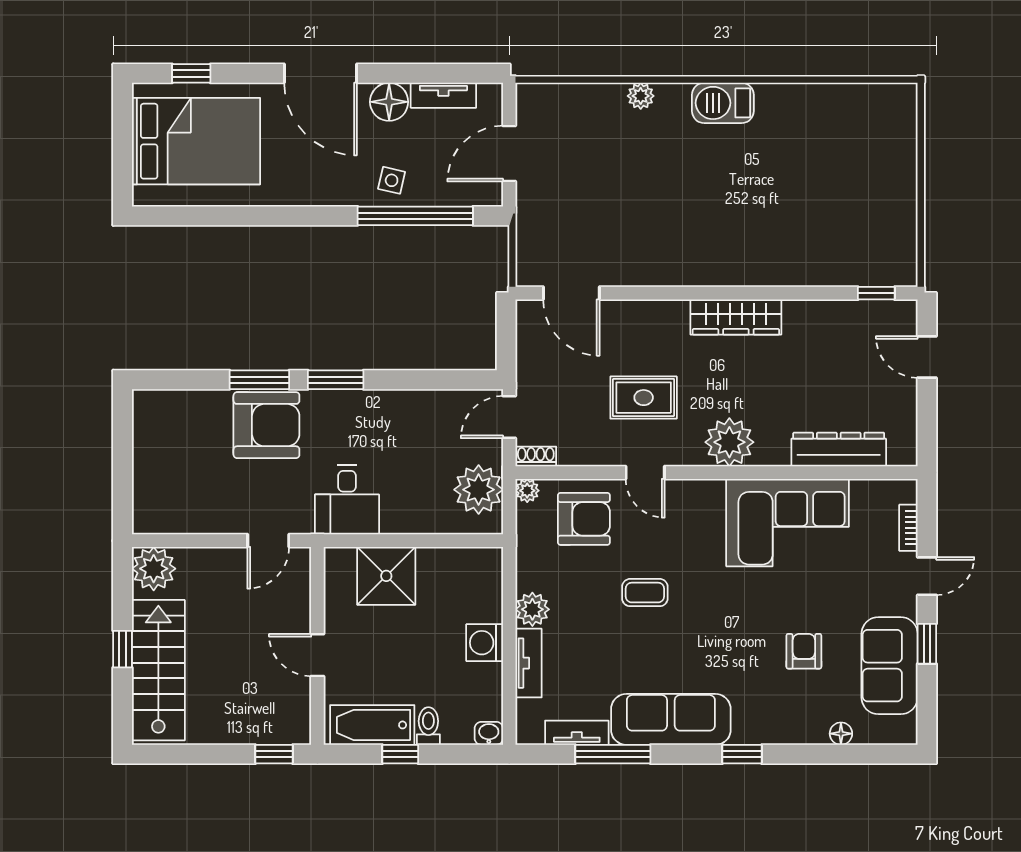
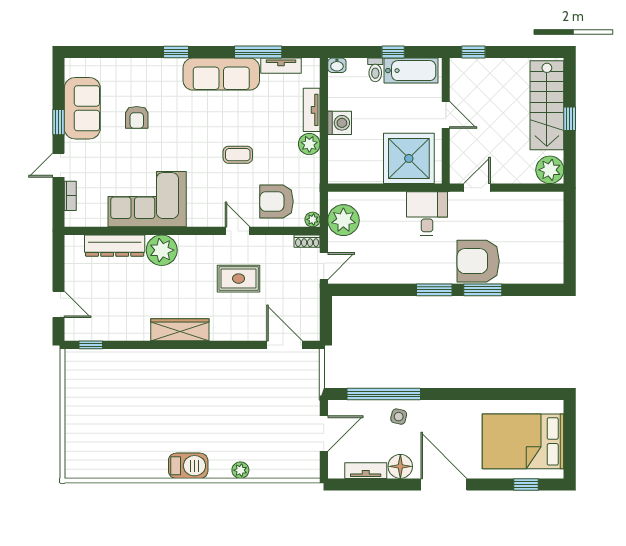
plant: (729, 442) -> (162, 250), moved
shower: (386, 576) -> (409, 158), width x1.37, depth x1.37
floor lamp: (841, 734) -> (113, 65), removed

